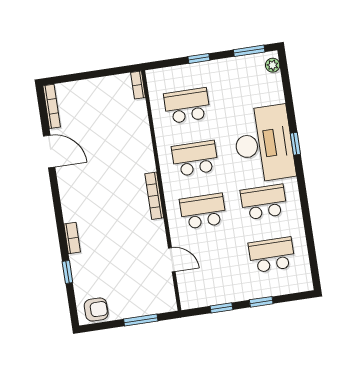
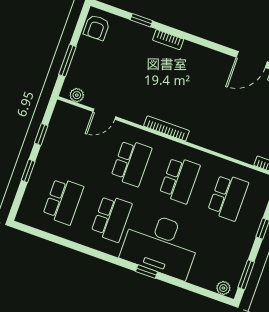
plant: (168, 294) -> (77, 95), added

